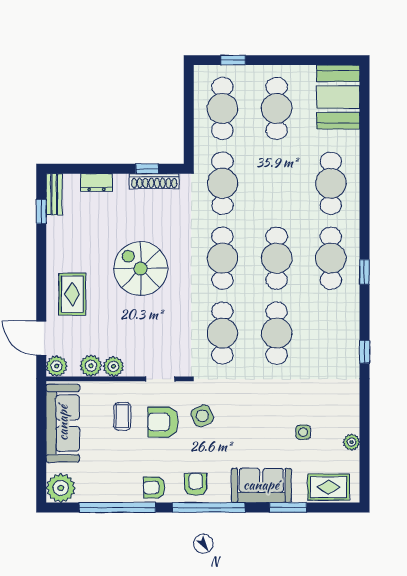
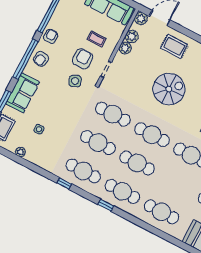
cafe table: (331, 333) -> (83, 171), added
armchair: (196, 484) -> (41, 59), turned 101

